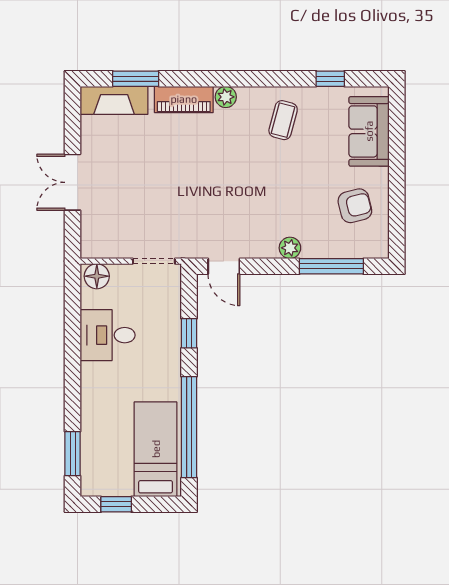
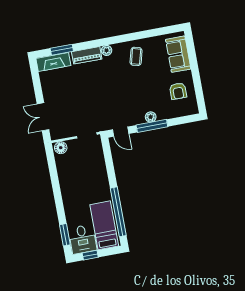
window: (330, 79) -> (155, 32), removed
double door: (73, 182) -> (43, 117), moved
armchair: (355, 206) -> (178, 91), turned 104
window: (331, 266) -> (152, 126), moved
window: (189, 333) -> (110, 167), removed
desk: (108, 335) -> (83, 239), moved, turned -90

